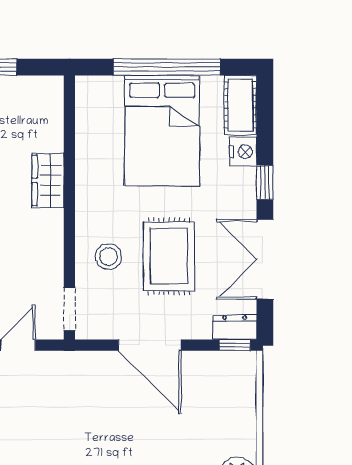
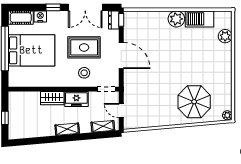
freezer: (46, 238) -> (76, 99), added
door: (150, 345) -> (121, 56), hinge flipped

